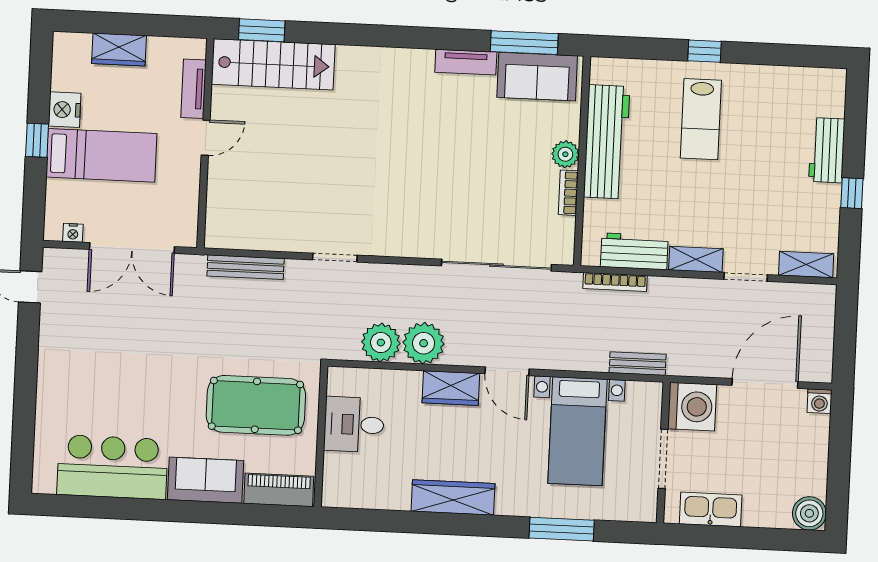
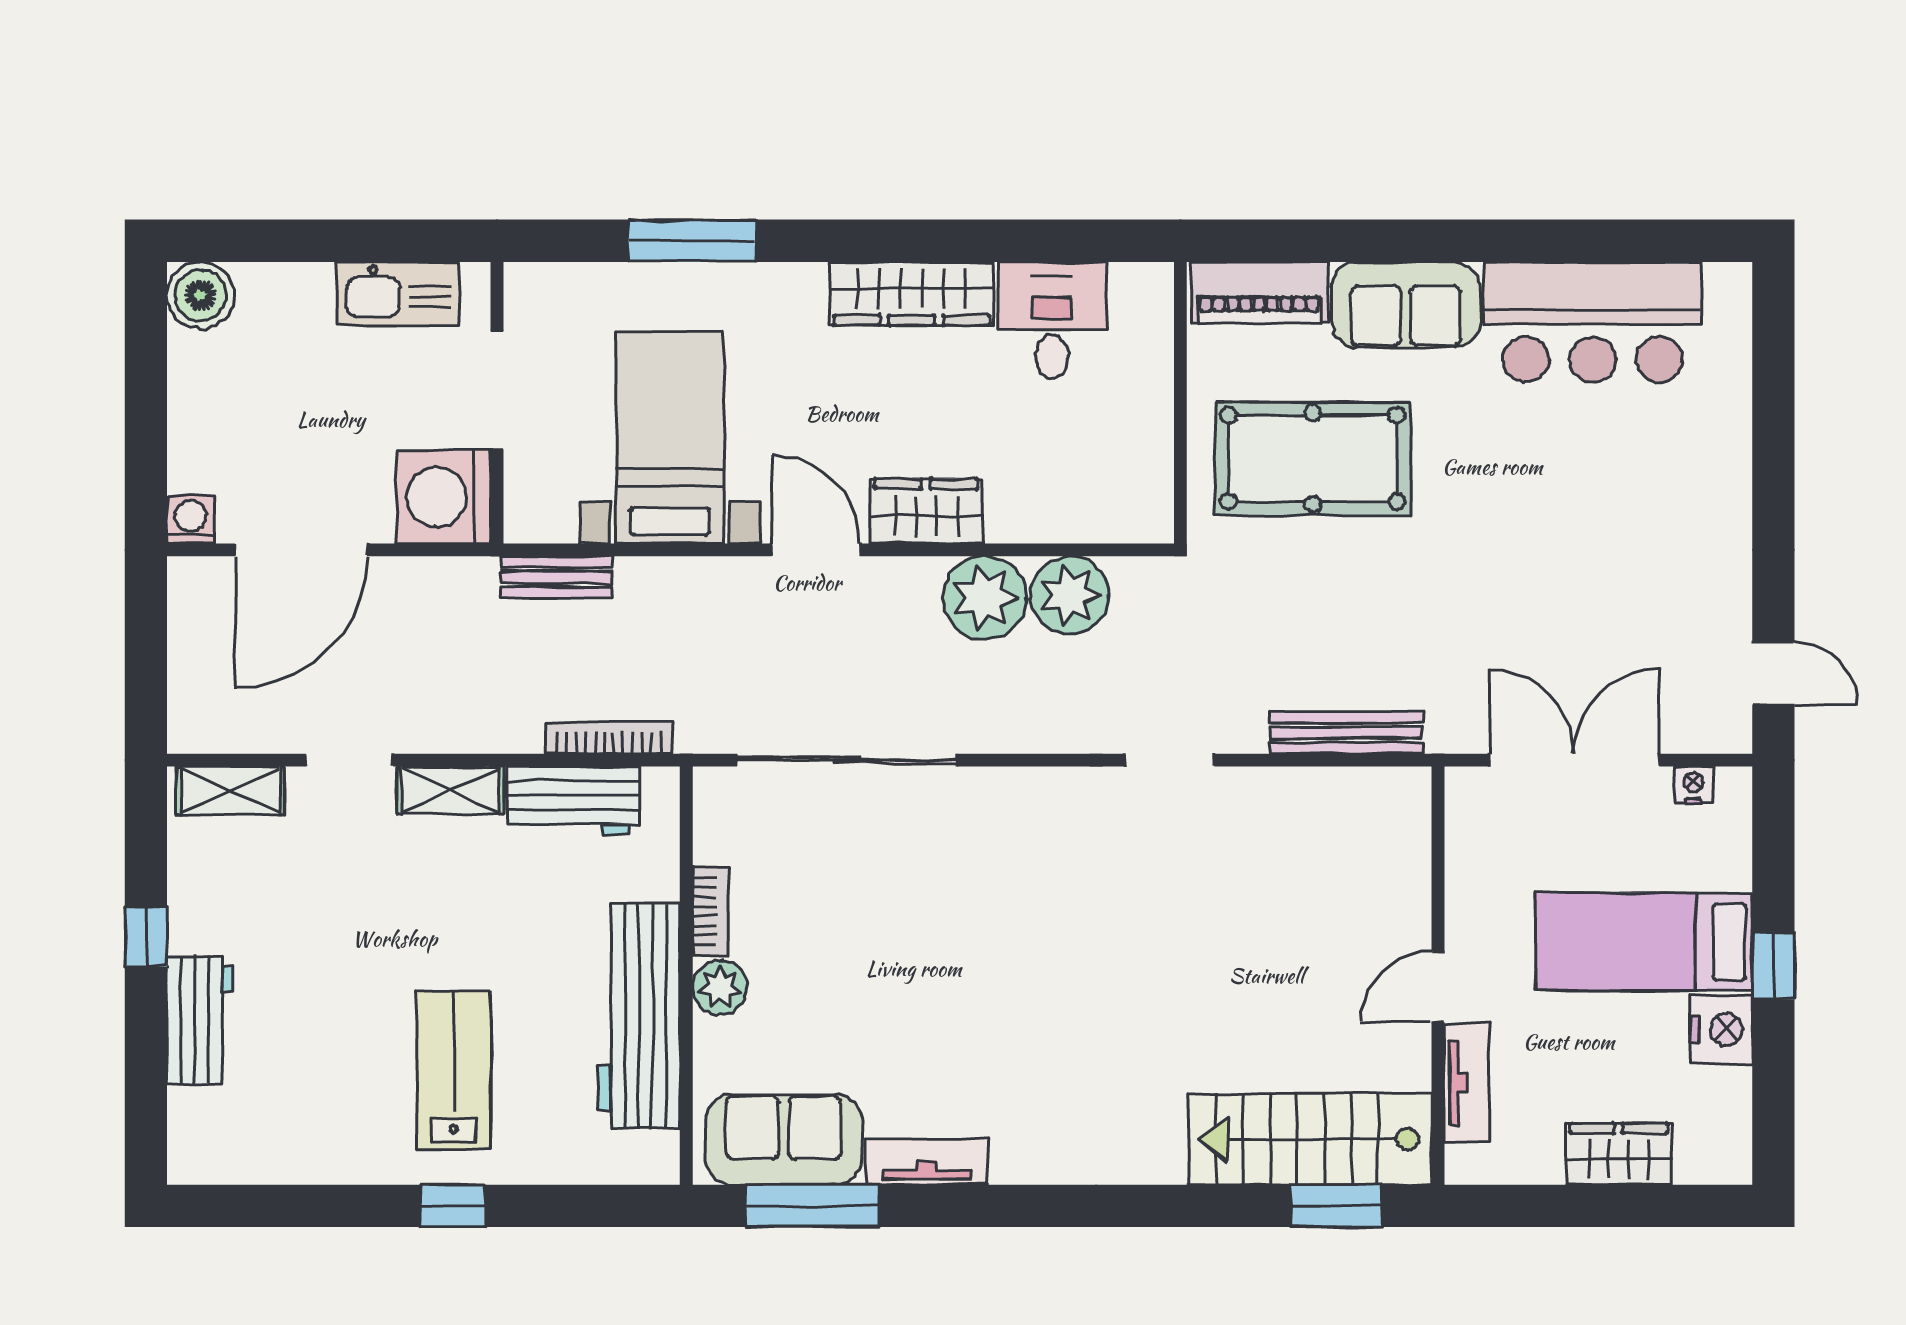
desk: (354, 425) -> (1052, 320), moved, turned -90

